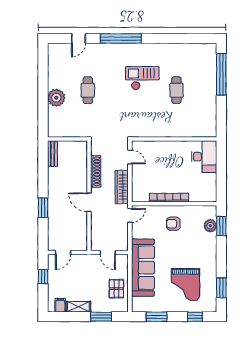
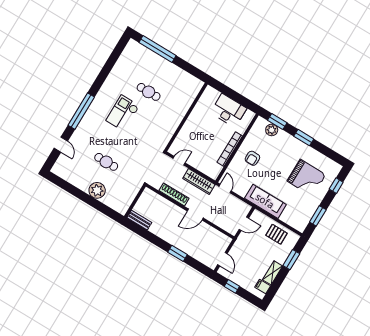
desk: (204, 157) -> (229, 110), moved
sofa: (143, 268) -> (265, 201), width x0.74, depth x0.79
window: (221, 288) -> (304, 138), moved

